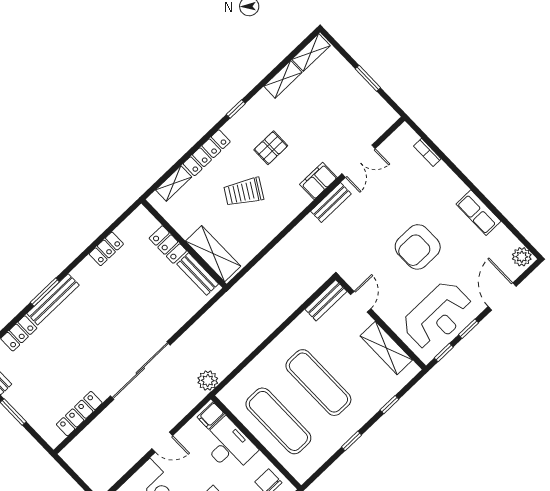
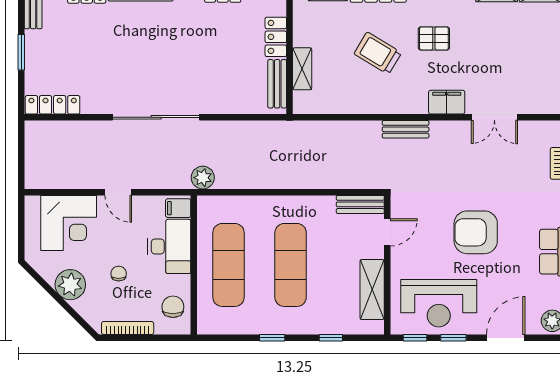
bench: (331, 203) -> (406, 129), moved
shelving: (213, 254) -> (302, 69), width x0.67, depth x0.75
locker: (79, 414) -> (53, 105), moved

